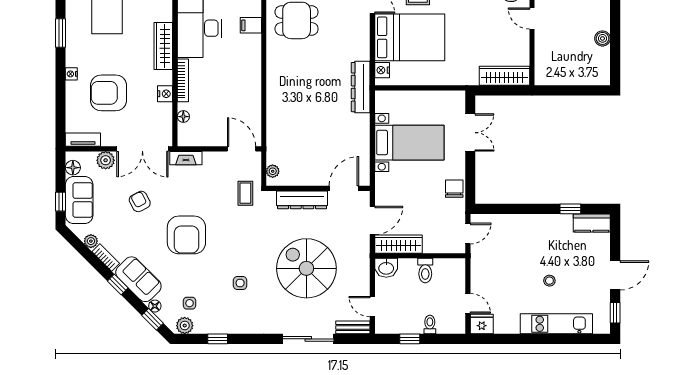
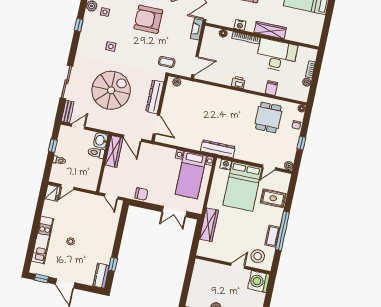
wardrobe: (504, 76) -> (209, 225), moved
printer: (253, 78) -> (238, 82), added
bed with nightstands: (409, 143) -> (191, 175), moved
toilet: (425, 271) -> (96, 153), moved

